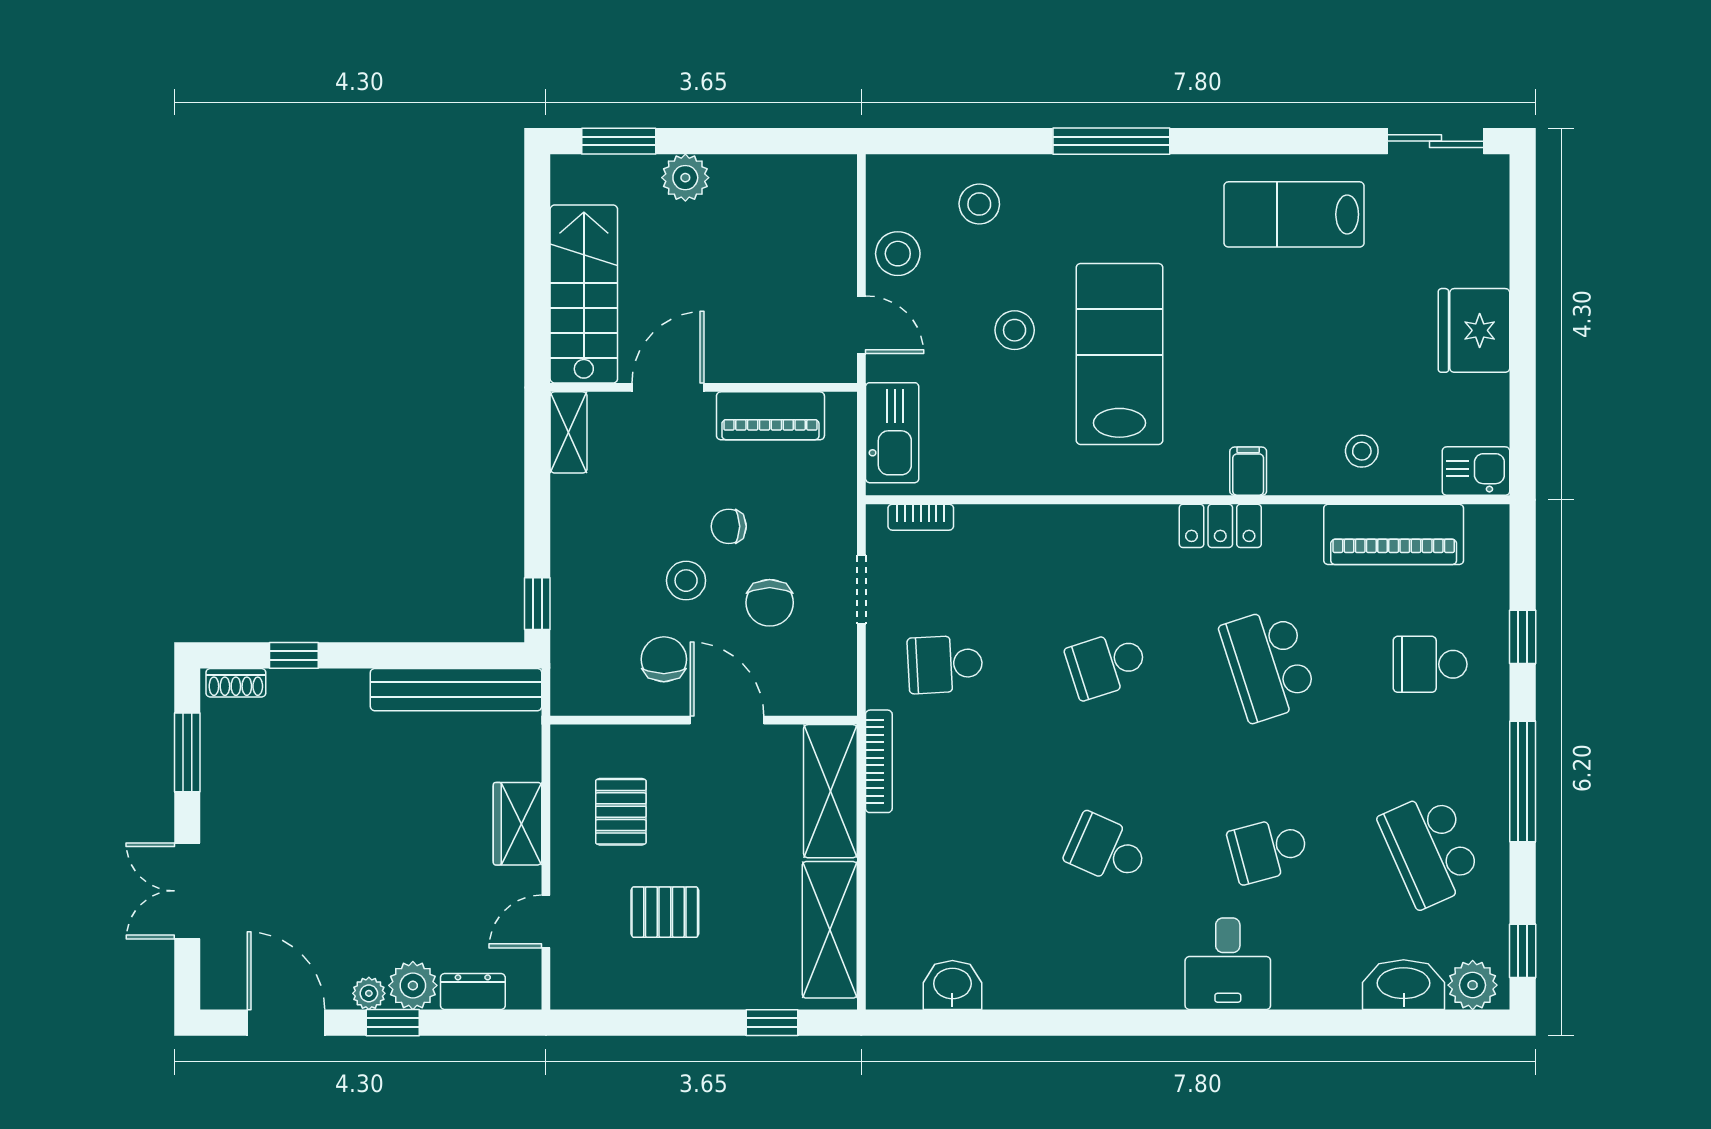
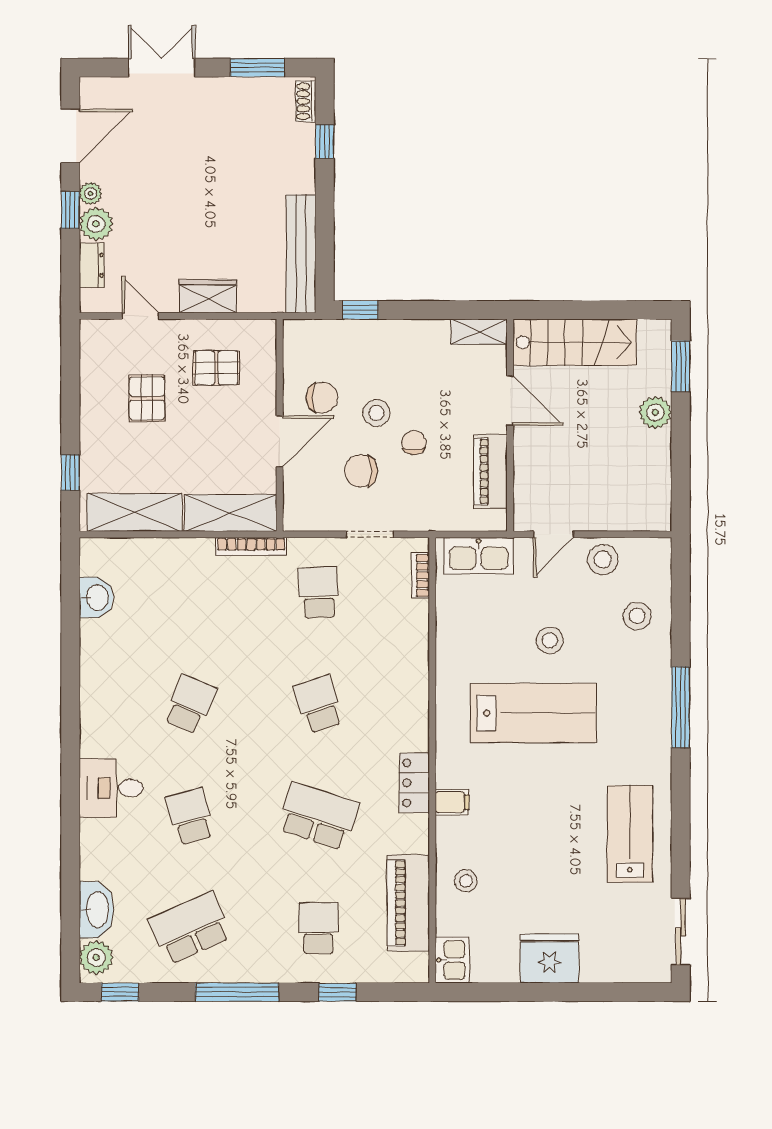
school desk: (1268, 664) -> (318, 816), turned 36

